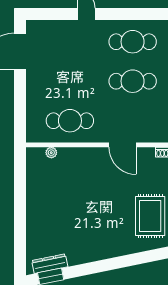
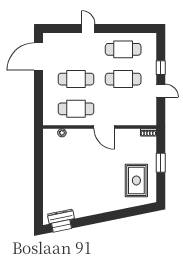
cafe table: (70, 81) -> (76, 79), added
door: (122, 145) -> (104, 127), moved

